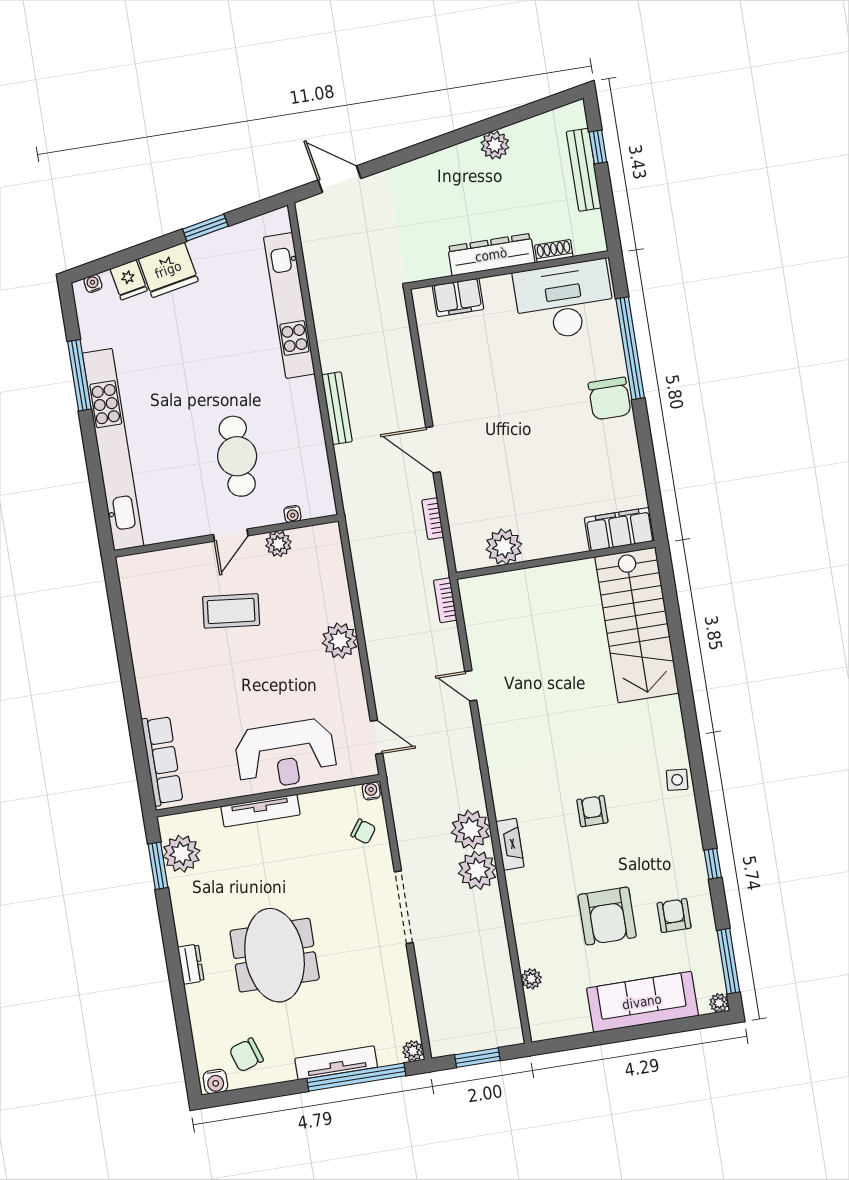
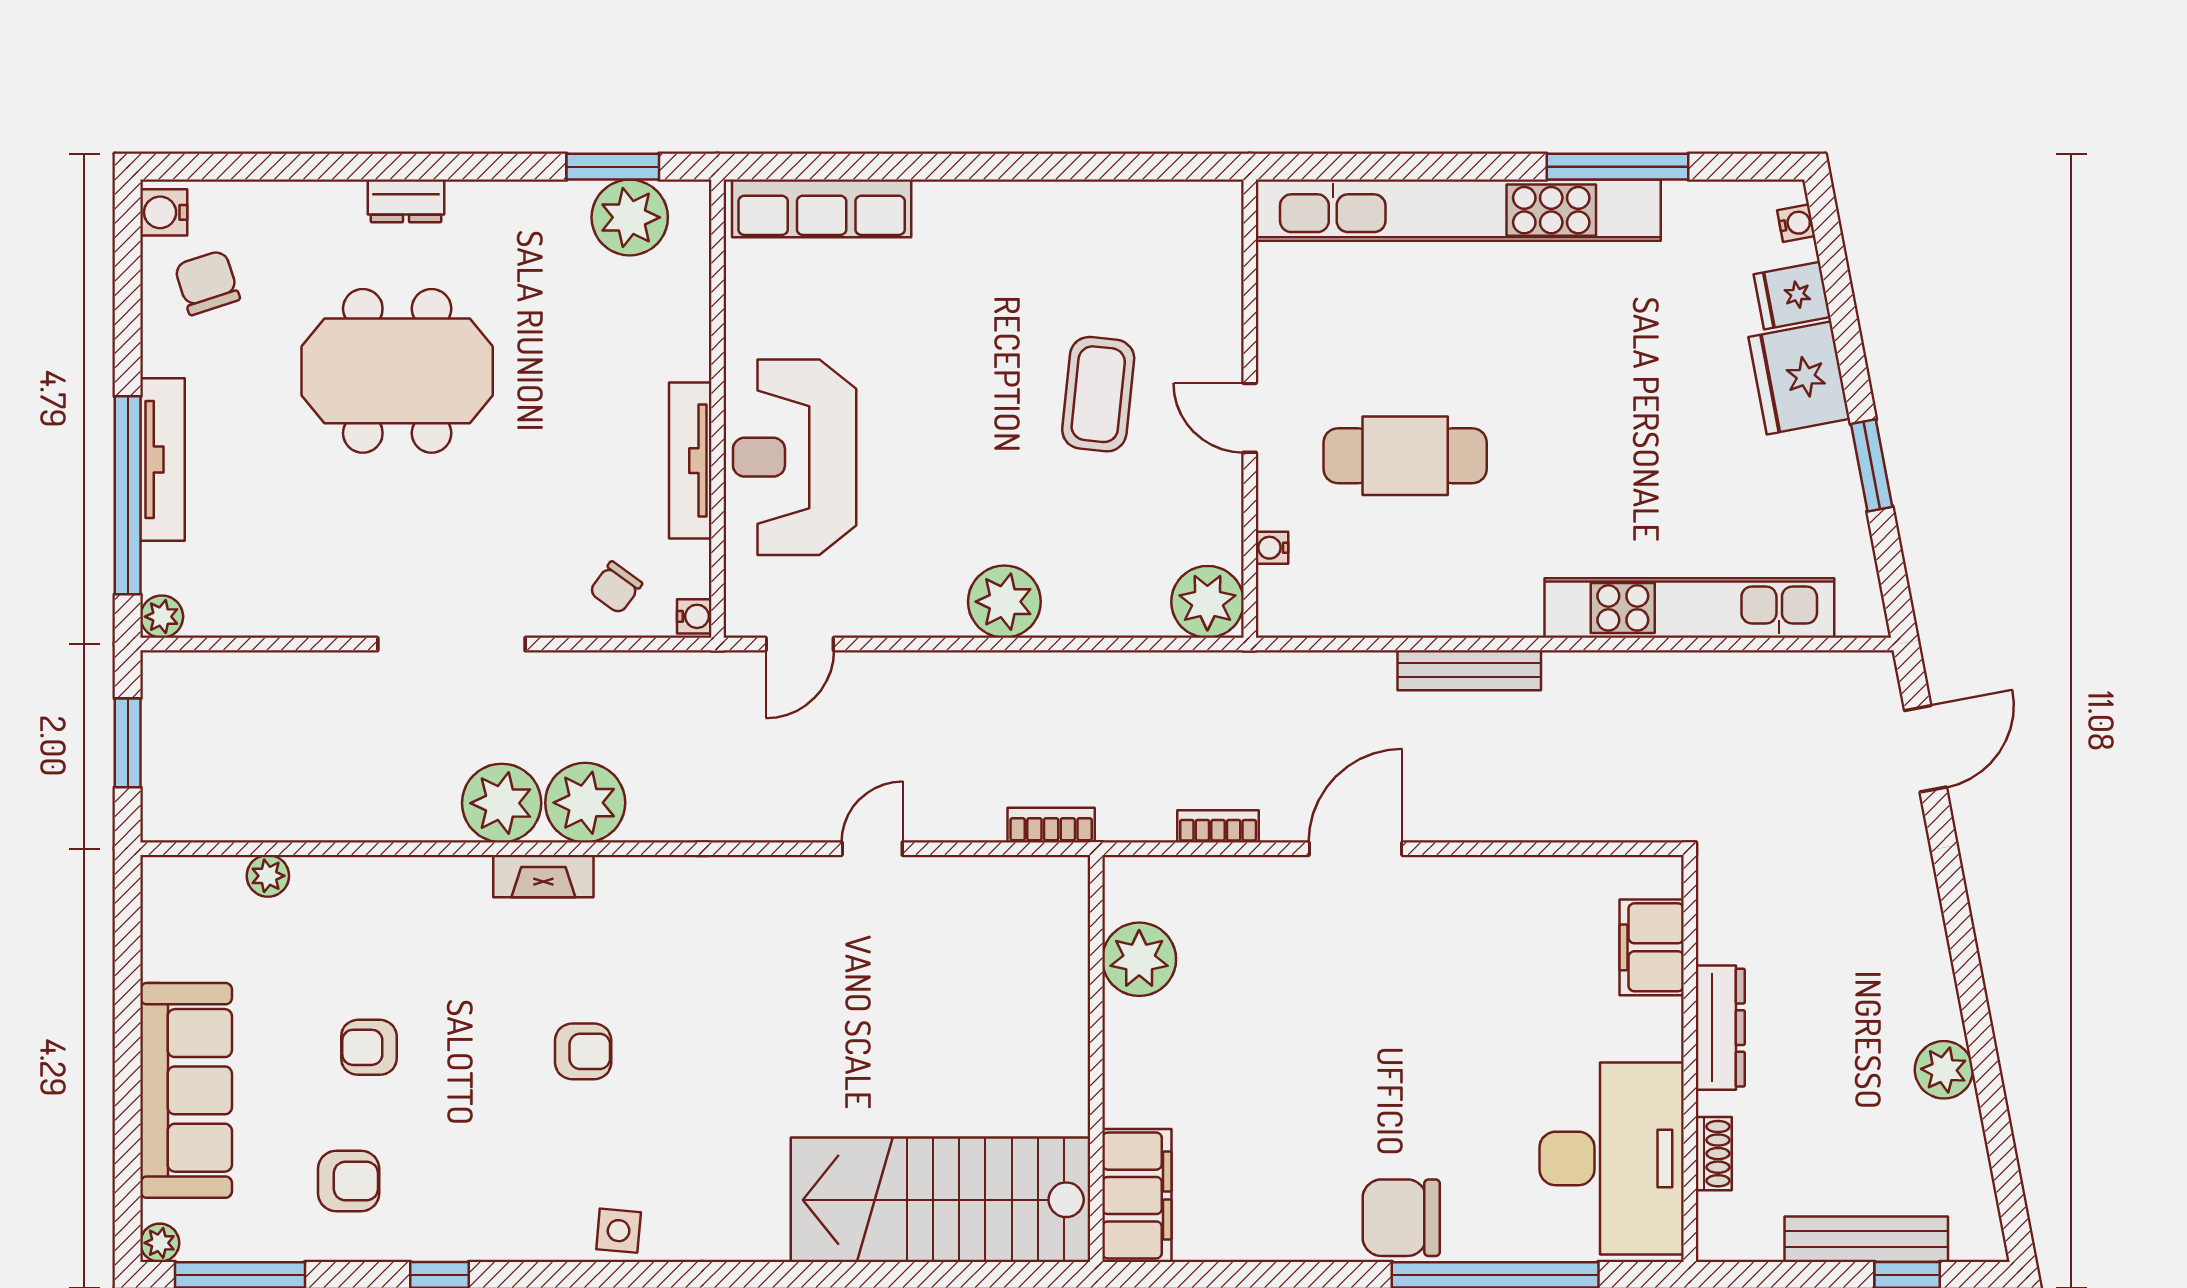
dresser: (491, 255) -> (1720, 1028), width x0.73, depth x0.80
plant: (278, 544) -> (1207, 602), moved, width x1.36, depth x1.36
tv unit: (260, 811) -> (690, 461), moved
armchair: (607, 916) -> (369, 1047), width x0.53, depth x0.53

